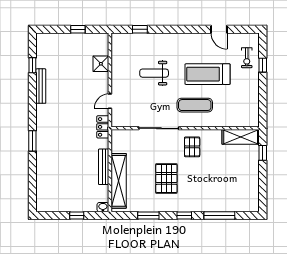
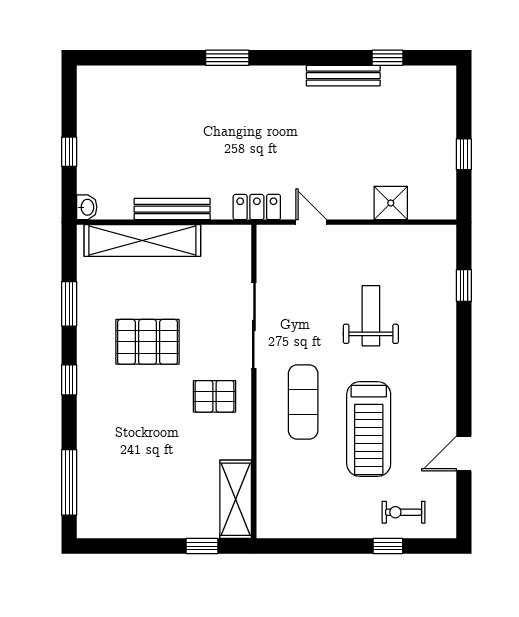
treadmill: (208, 74) -> (369, 429), turned 180
window: (219, 215) -> (69, 482), moved

